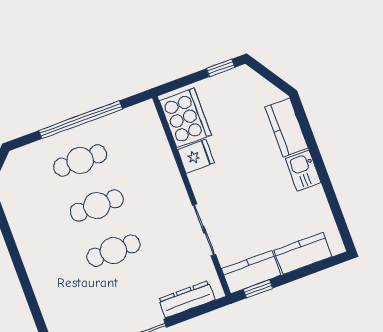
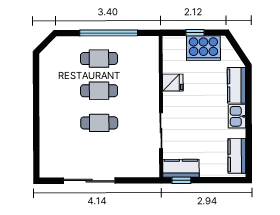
window: (221, 68) -> (195, 33), moved
cooker: (185, 118) -> (203, 48), moved, turned 90
kitchen counter: (303, 253) -> (237, 156), moved, turned -90
dresser: (187, 299) -> (134, 170), removed

